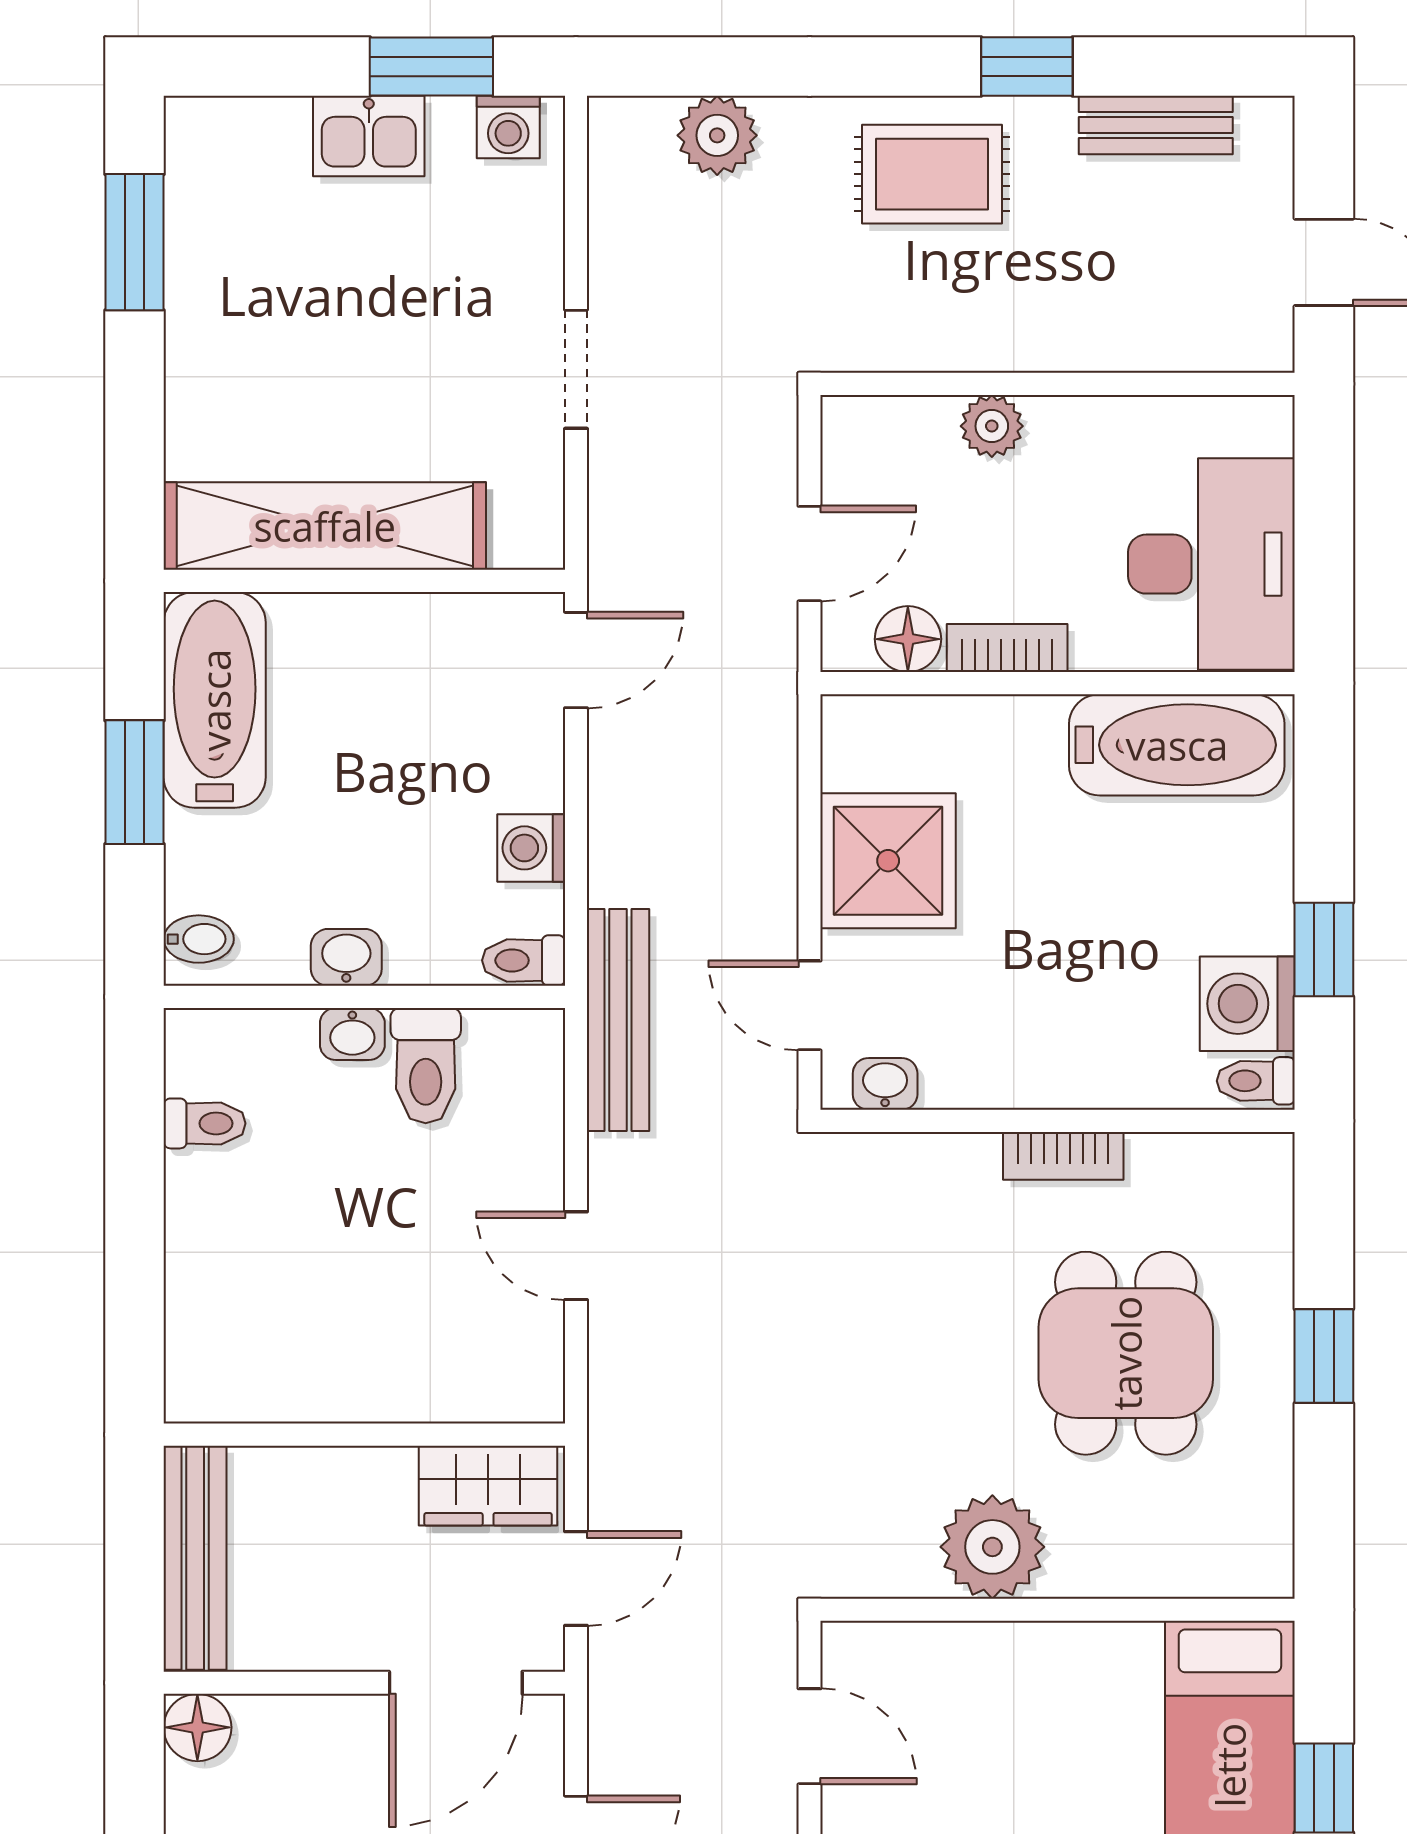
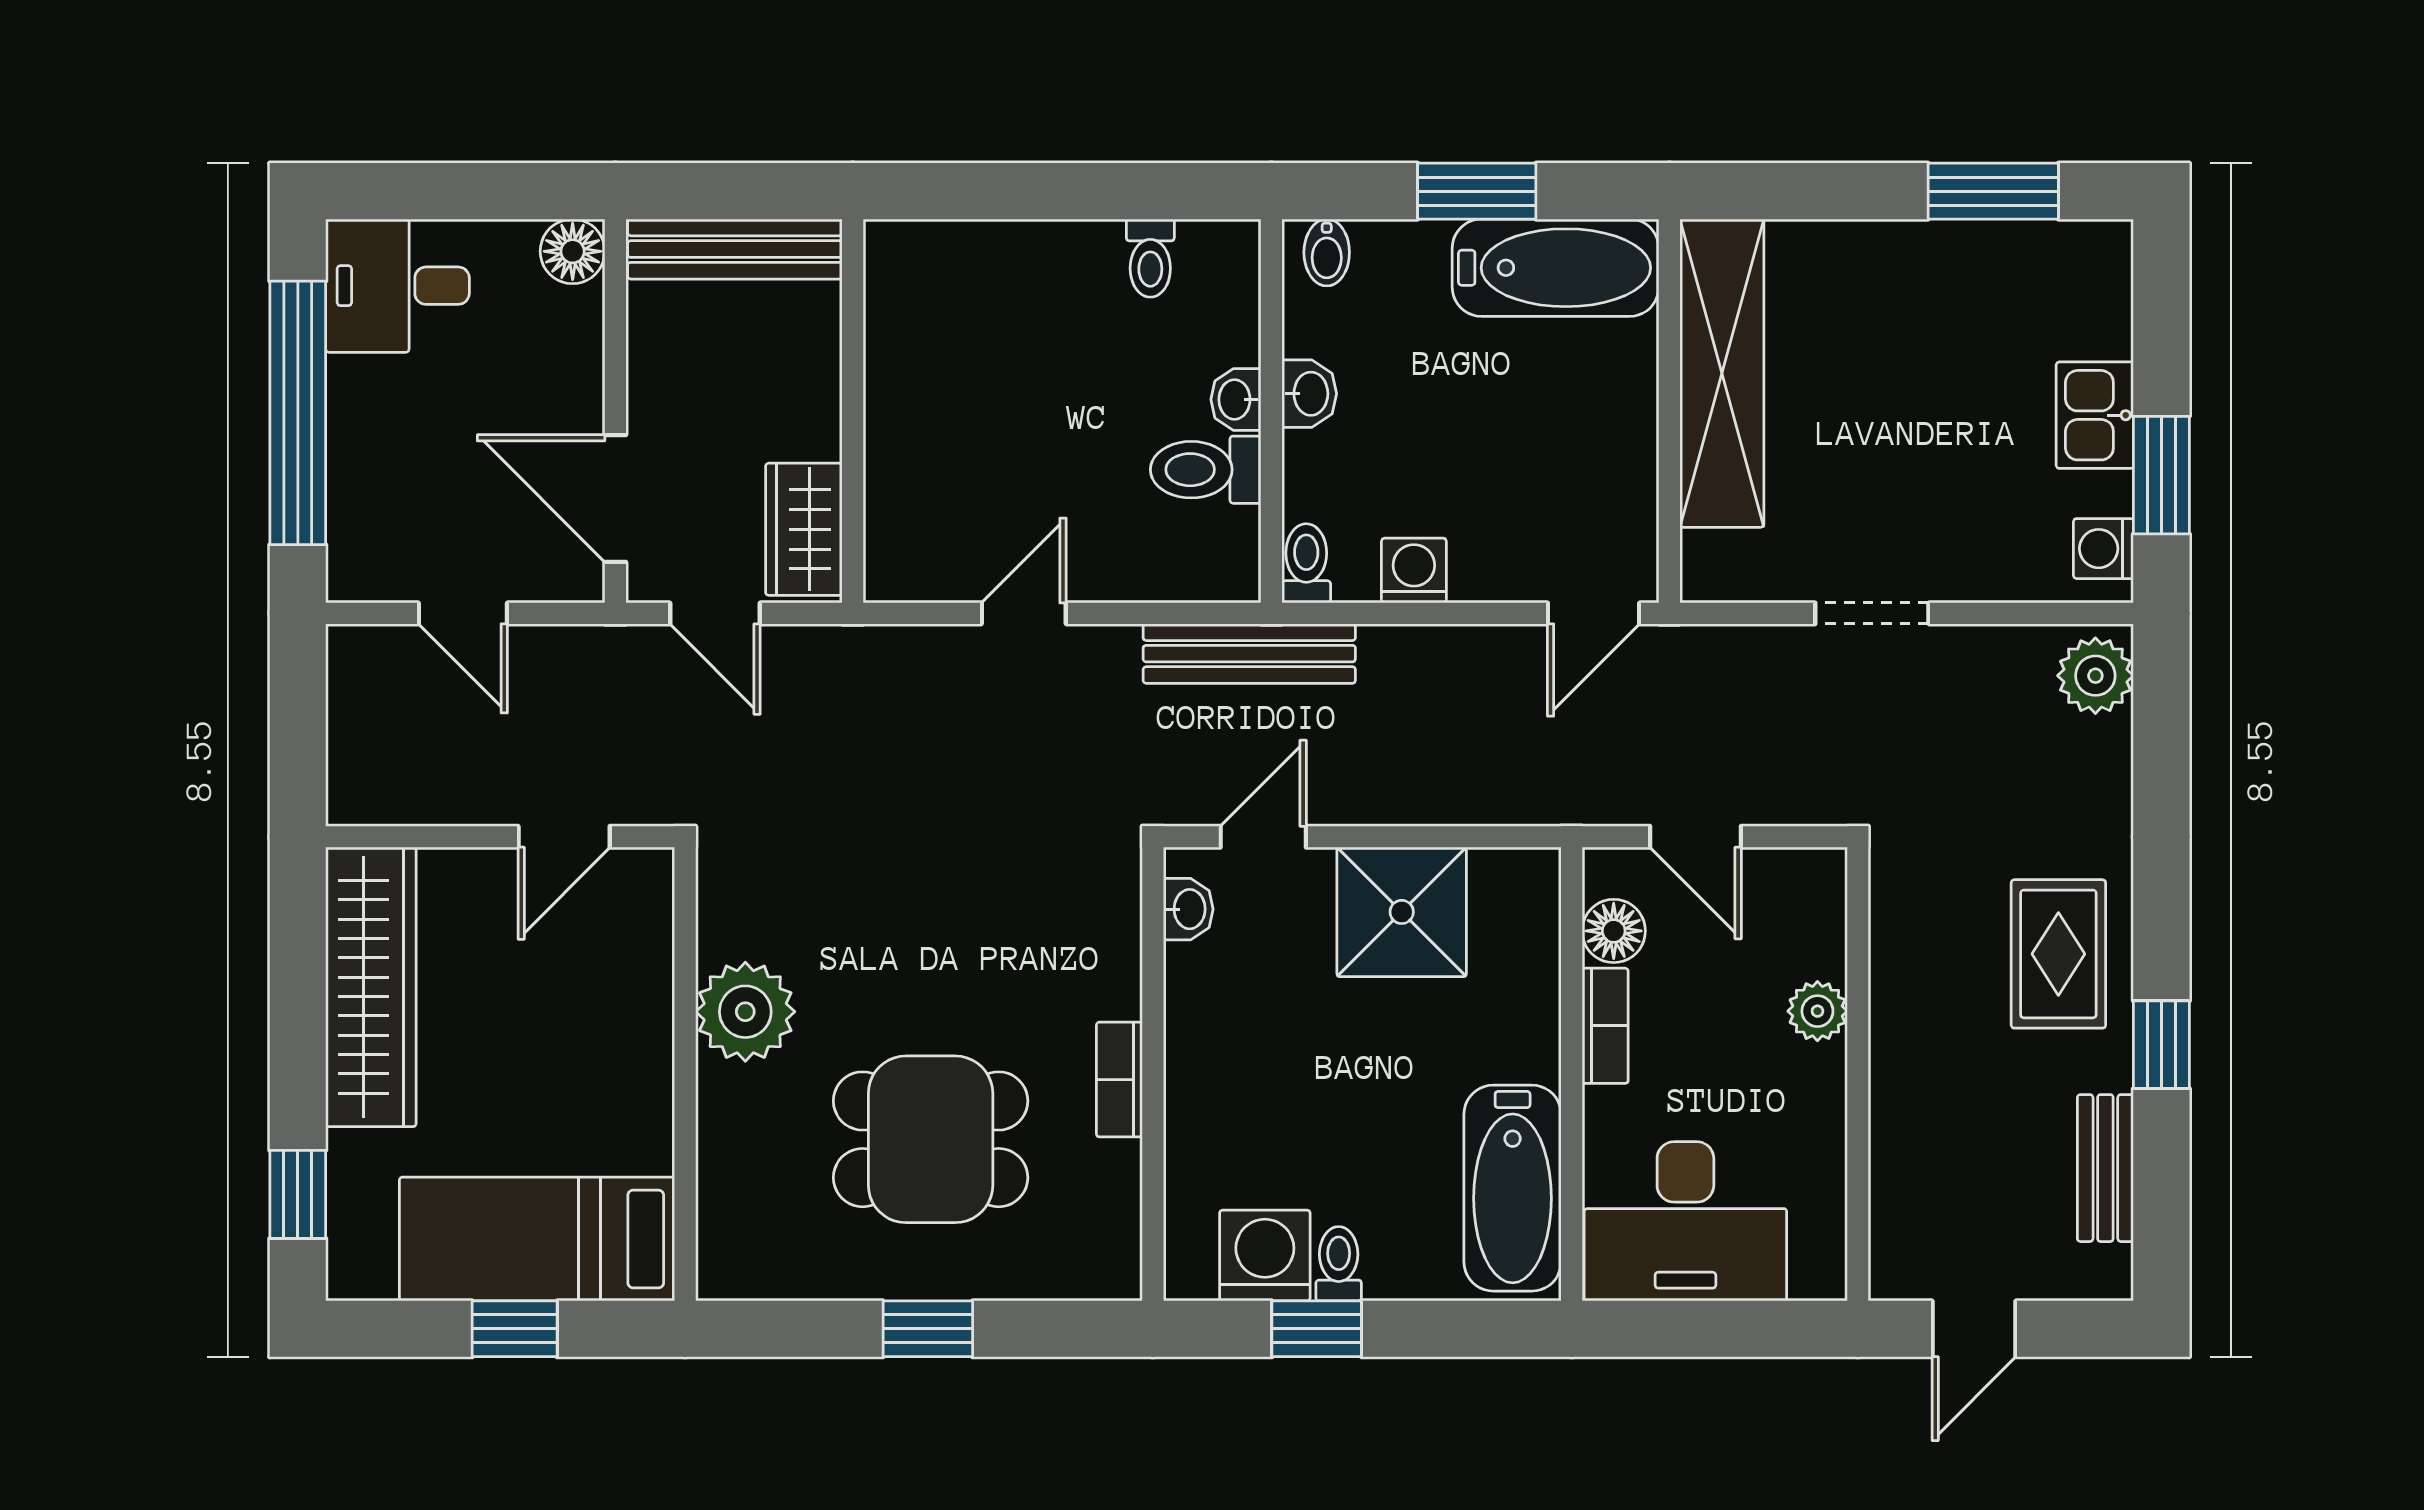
plant: (717, 135) -> (2095, 676), moved
door: (576, 660) -> (1594, 613), hinge flipped
toilet: (1256, 1081) -> (1339, 1264), moved

